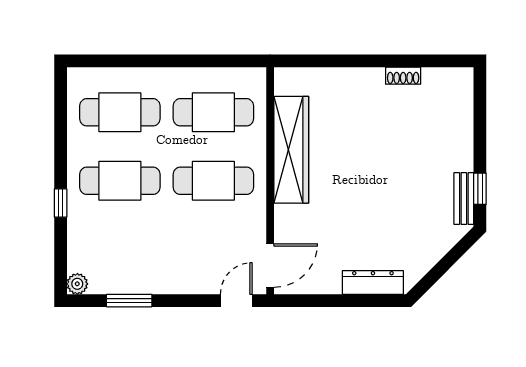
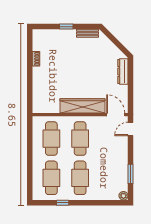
wardrobe: (291, 150) -> (82, 106), moved
window: (480, 189) -> (66, 27), moved
window: (61, 203) -> (63, 203), moved
door: (236, 301) -> (130, 129), hinge flipped

